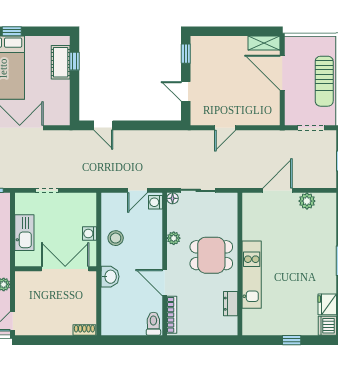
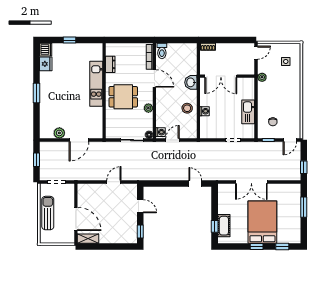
wall: (56, 269) -> (227, 76), moved
double door: (65, 269) -> (221, 76), moved

